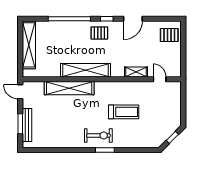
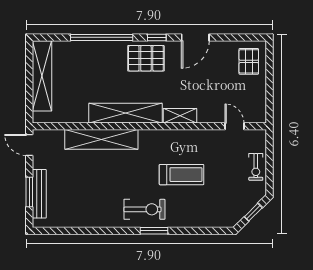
pallet: (99, 33) -> (146, 58), width x1.50, depth x1.42
pallet: (169, 35) -> (249, 61), turned 90
shelving: (136, 72) -> (180, 116), moved
exercise bike: (174, 107) -> (256, 167), added

